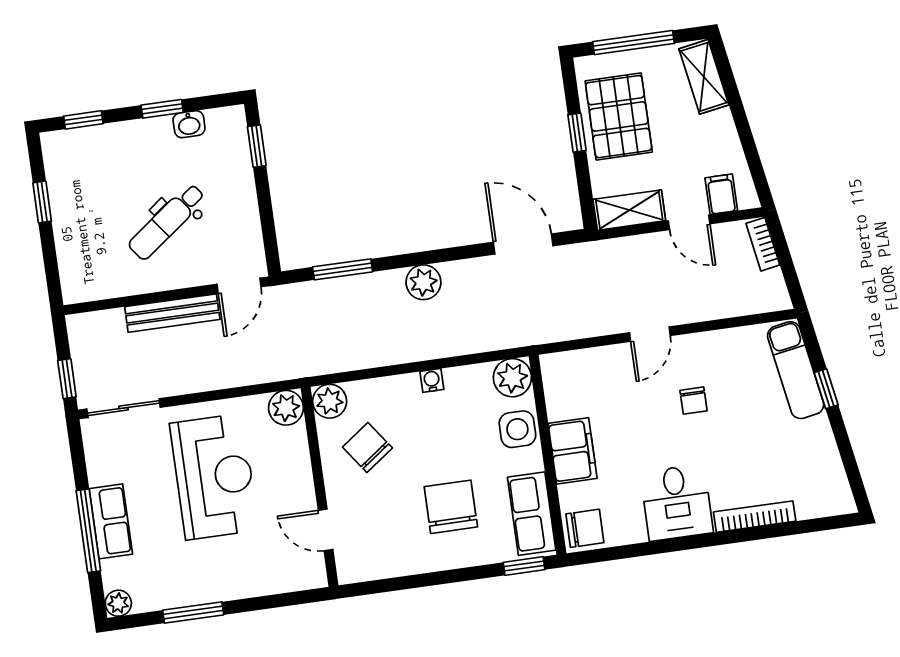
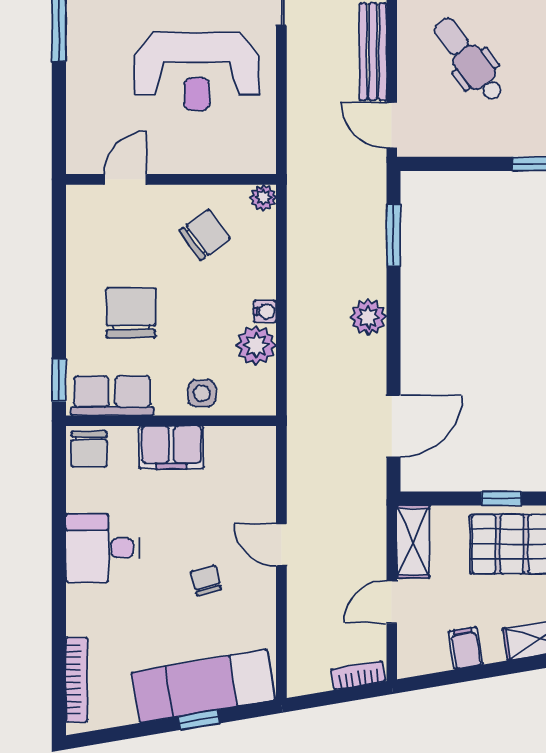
filing cabinet: (721, 194) -> (466, 648), moved, turned -100
exam couch: (796, 370) -> (203, 686), width x1.36, depth x1.45
plant: (512, 378) -> (256, 345), moved
plant: (330, 401) -> (263, 197), width x0.73, depth x0.73
chair: (694, 401) -> (206, 580), turned 75
plant: (286, 408) -> (258, 156), removed
side table: (517, 429) -> (202, 393), width x0.73, depth x0.73
chair: (451, 507) -> (131, 313), turned -90
bookcase: (755, 517) -> (77, 679), moved

